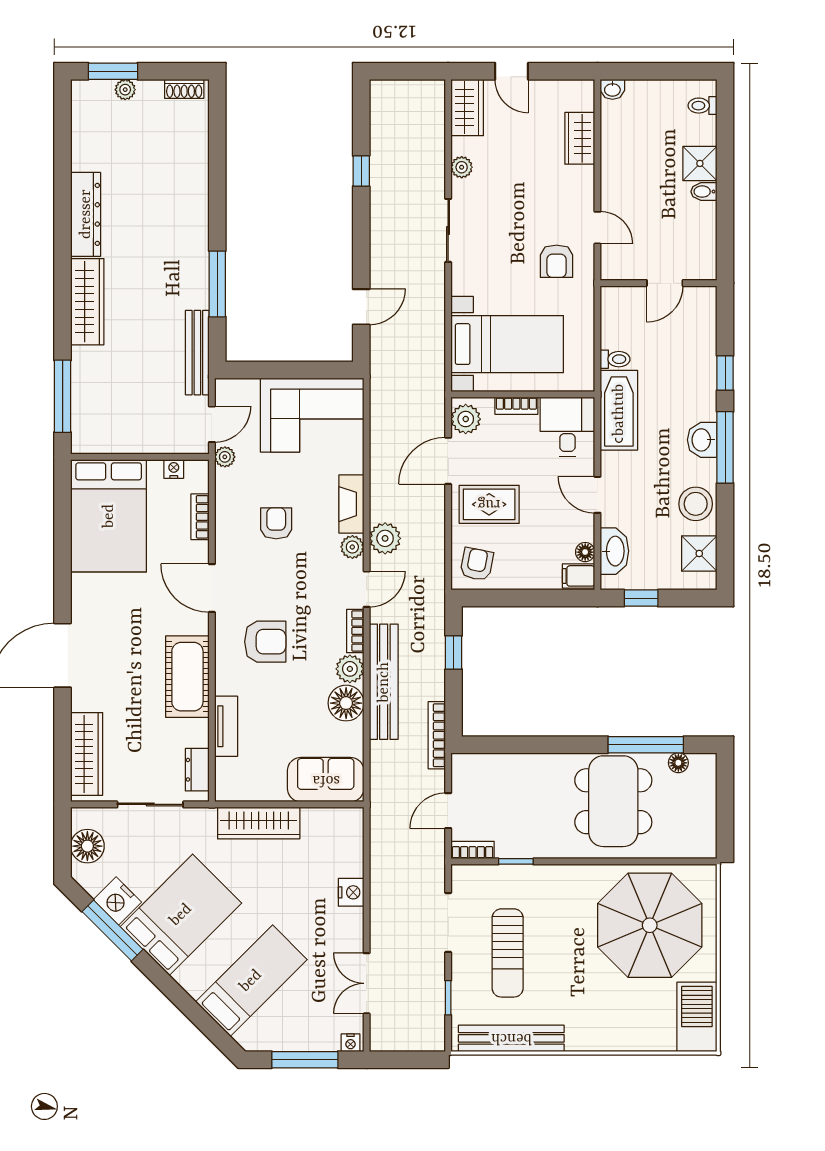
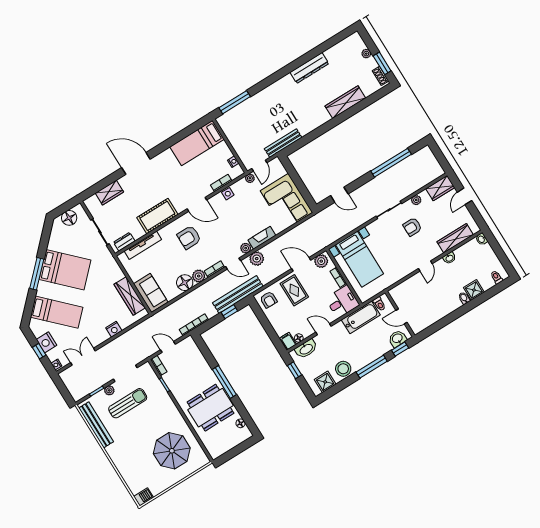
window: (113, 71) -> (382, 63), moved
wardrobe: (580, 138) -> (455, 238), width x1.50
window: (361, 171) -> (391, 163), width x3.17
washbasin: (610, 172) -> (449, 258), added
armchair: (556, 261) -> (412, 227), moved
wall: (659, 283) -> (400, 314), moved
door: (665, 283) -> (401, 316), moved
window: (217, 284) -> (314, 135), removed
wardrobe: (87, 302) -> (345, 102), moved, turned 180
door: (212, 424) -> (259, 166), hinge flipped
washbasin: (702, 440) -> (397, 339), moved
door: (597, 495) -> (323, 329), hinge flipped
bed: (109, 516) -> (197, 143), width x0.67
side table: (228, 517) -> (228, 194), added
armchair: (276, 523) -> (237, 214), removed
armchair: (477, 564) -> (268, 300), turned 79
door: (212, 588) -> (197, 204), swing flipped
armchair: (265, 642) -> (189, 237), turned 90
bench: (384, 682) -> (238, 295), moved
tv unit: (226, 726) -> (143, 245), width x1.41
window: (646, 745) -> (224, 382), moved
wardrobe: (87, 754) -> (109, 193), width x0.67
wardrobe: (259, 823) -> (130, 296), moved
nightstand: (117, 901) -> (47, 342), moved, turned -45
parasol: (650, 925) -> (172, 451), width x0.73, depth x0.73
window: (113, 931) -> (37, 274), moved
sun lounger: (508, 953) -> (128, 403), turned 180
plant: (462, 973) -> (109, 390), added
barbecue: (697, 1017) -> (144, 497), width x0.53, depth x0.65
window: (305, 1060) -> (39, 351), width x0.46

